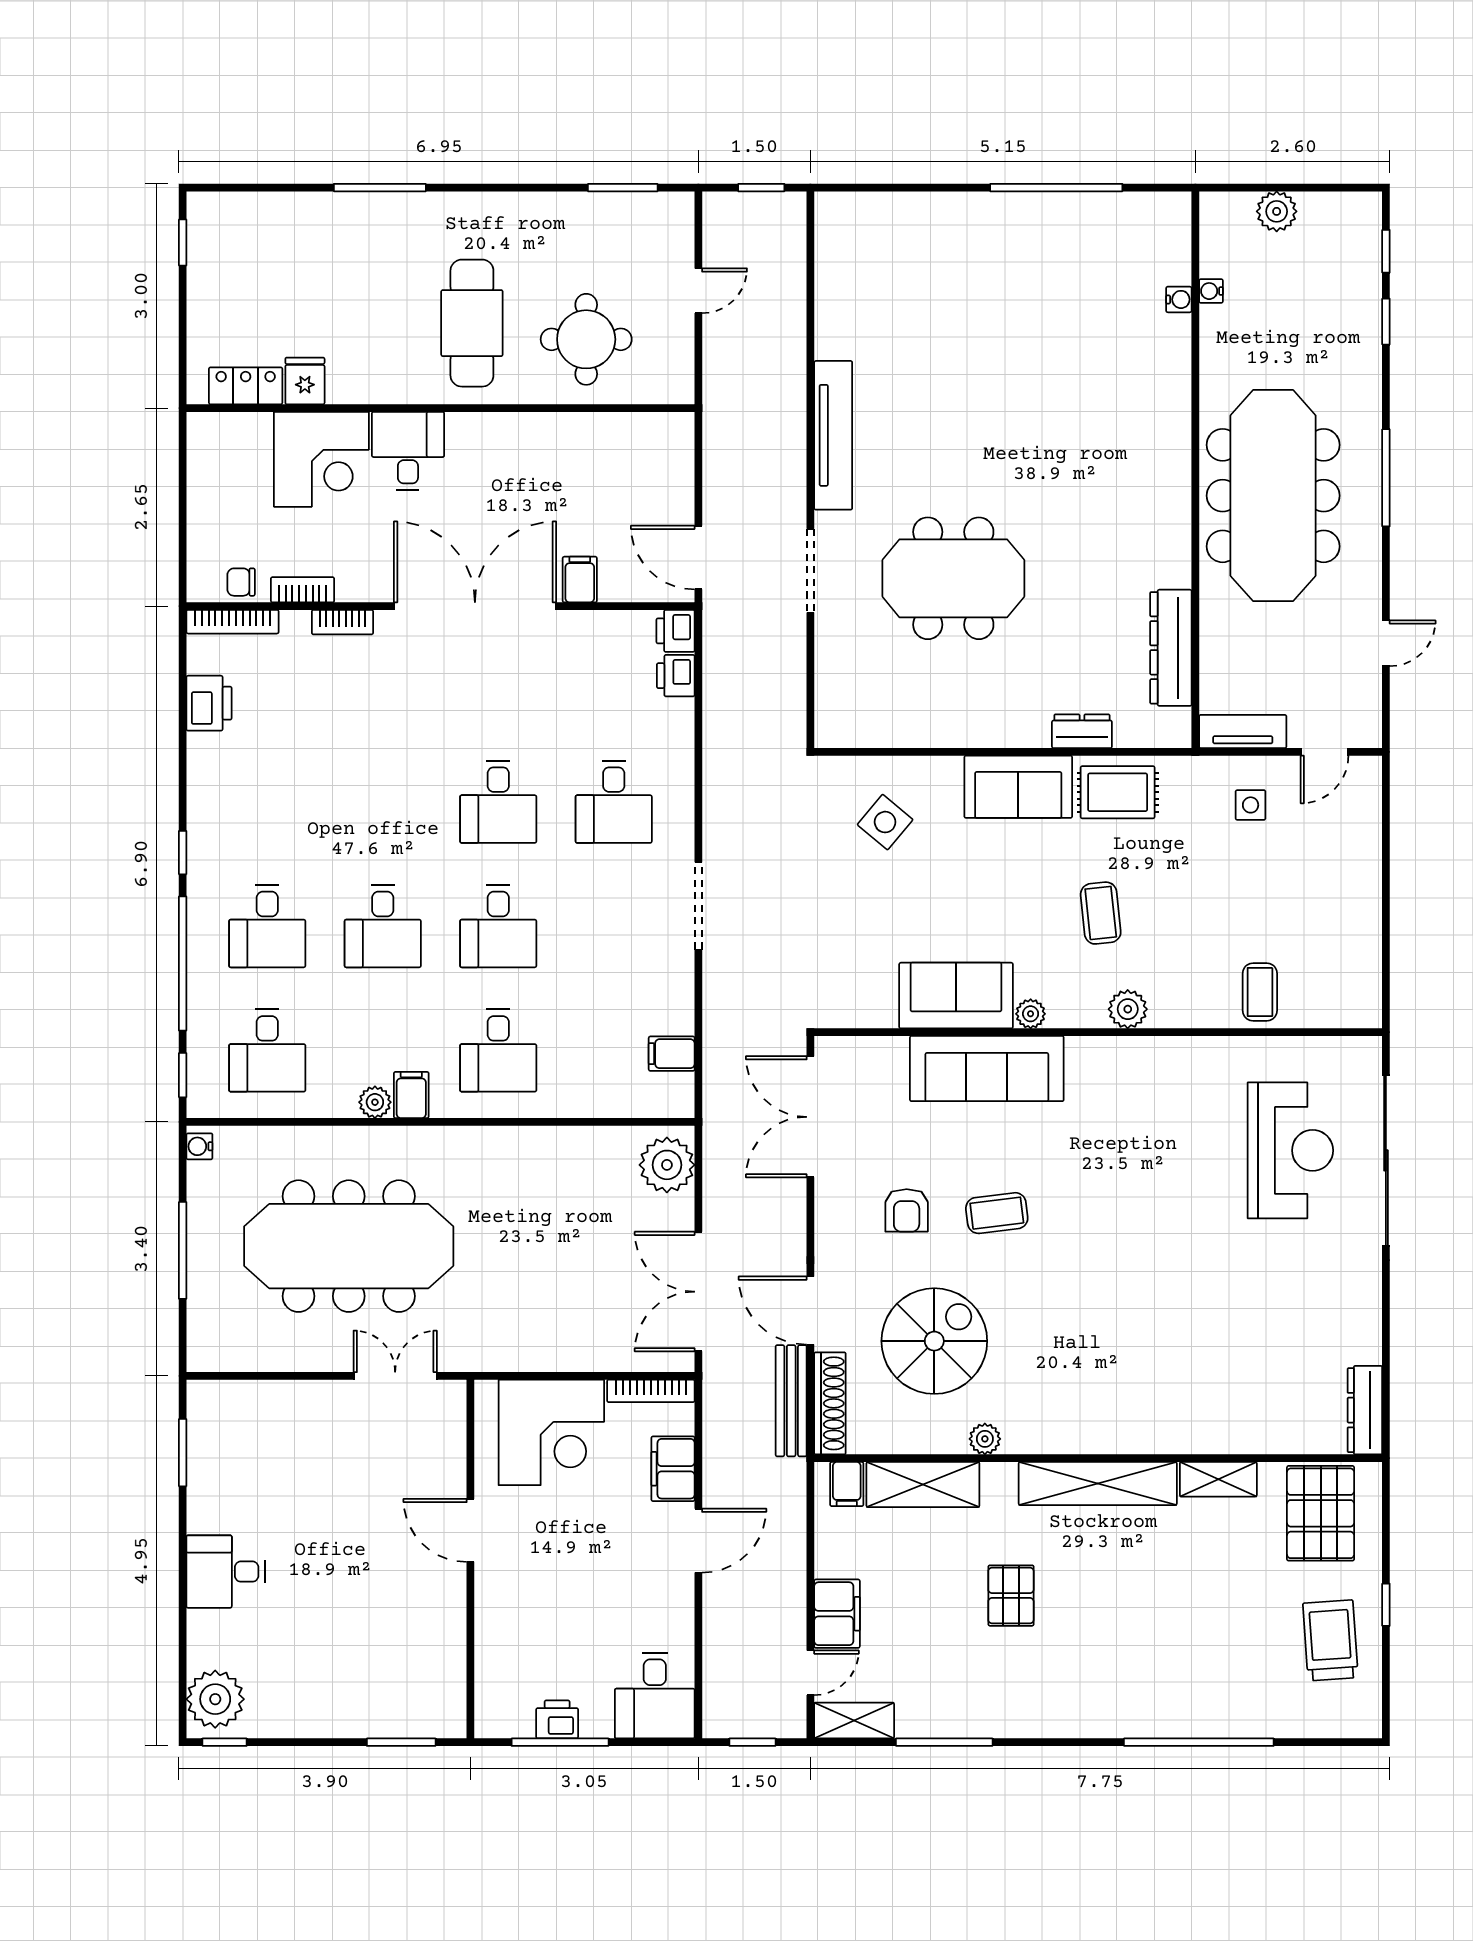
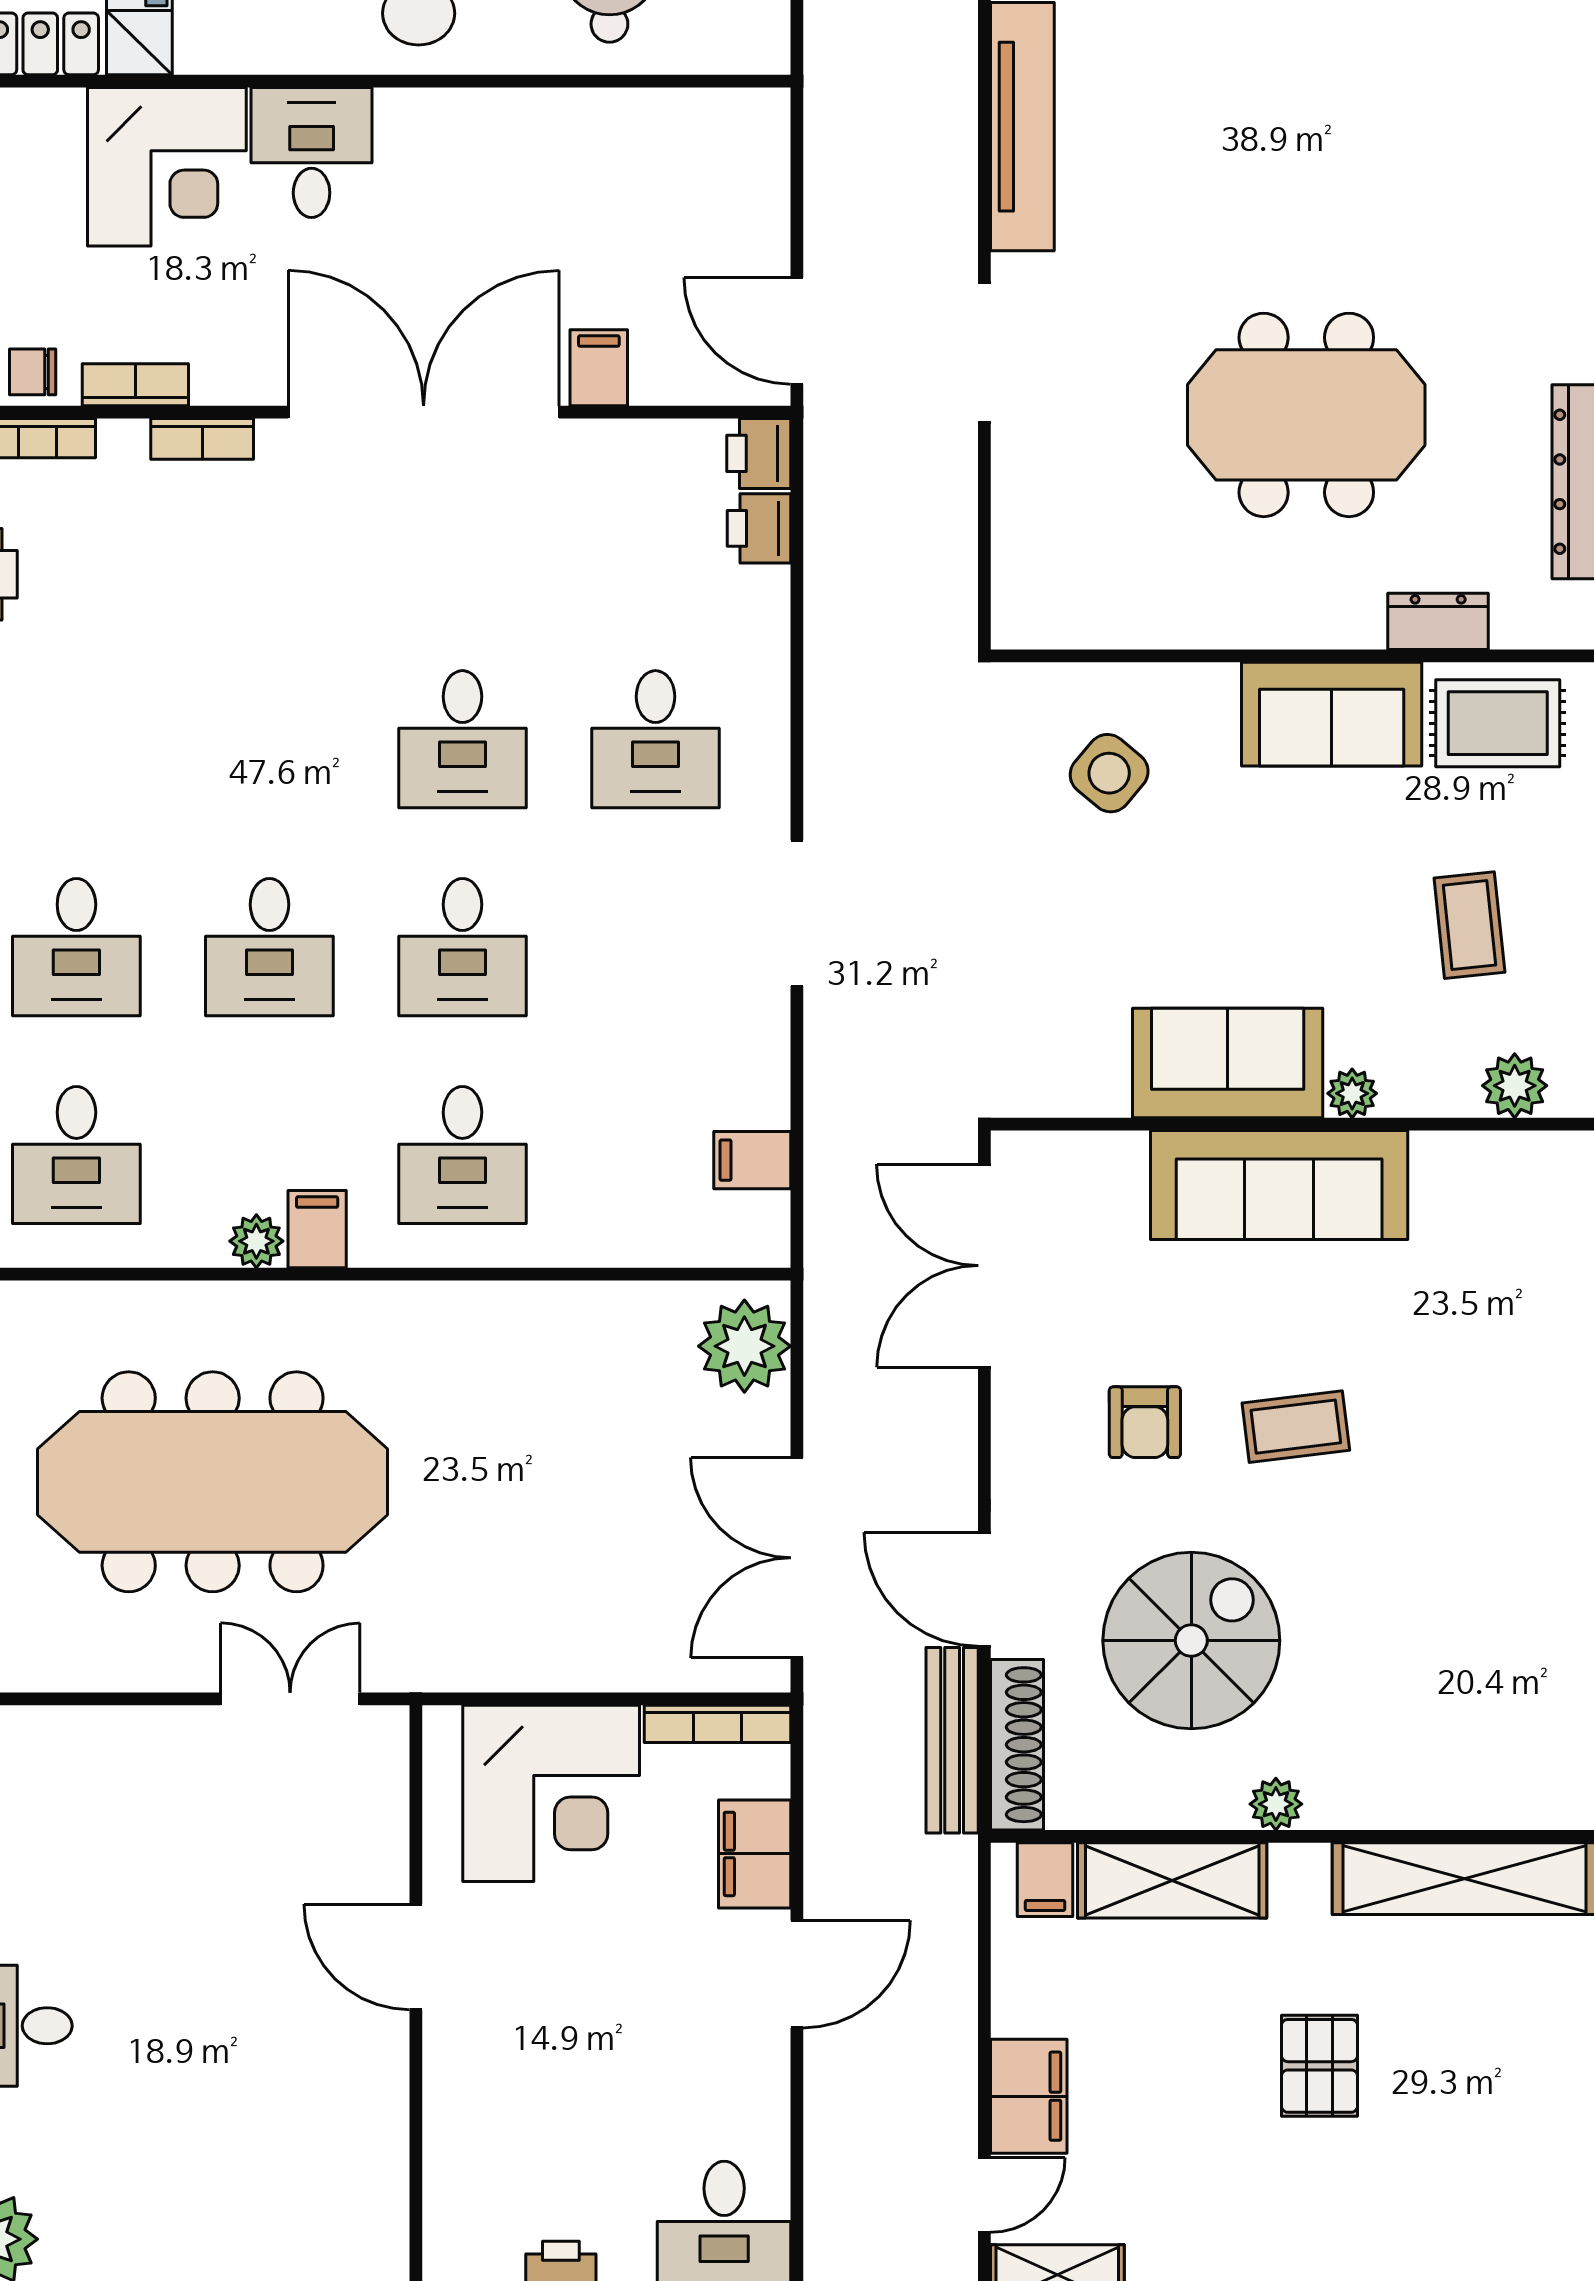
meeting table: (953, 578) -> (1306, 415), moved

